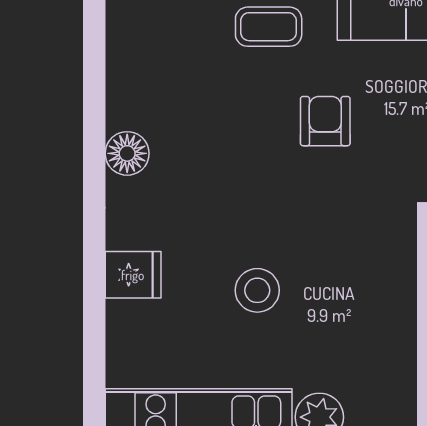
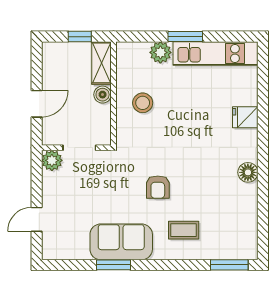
stool: (257, 290) -> (143, 103), moved

